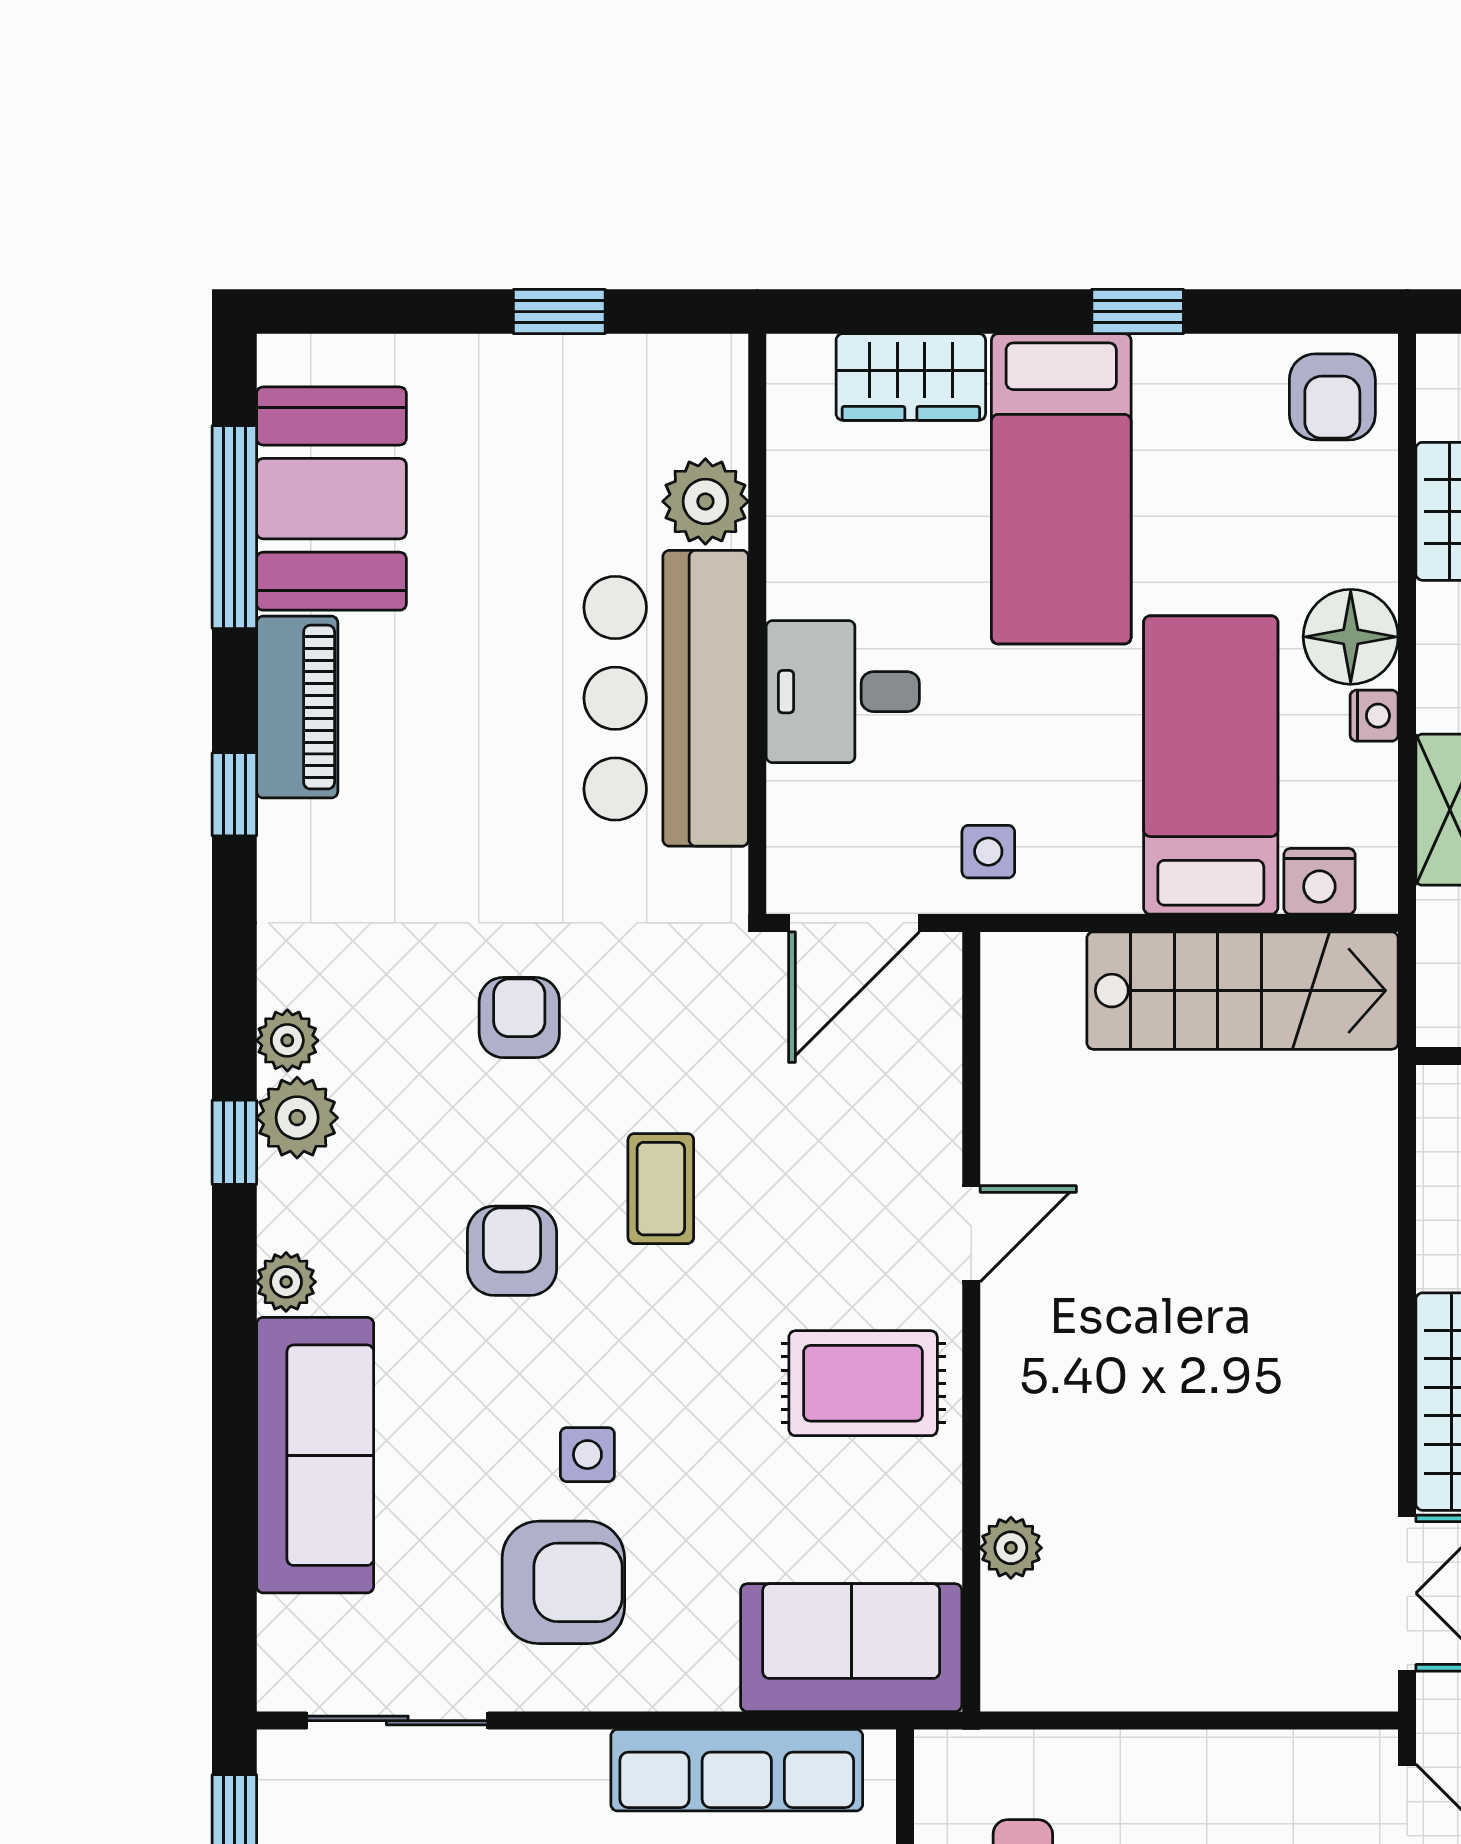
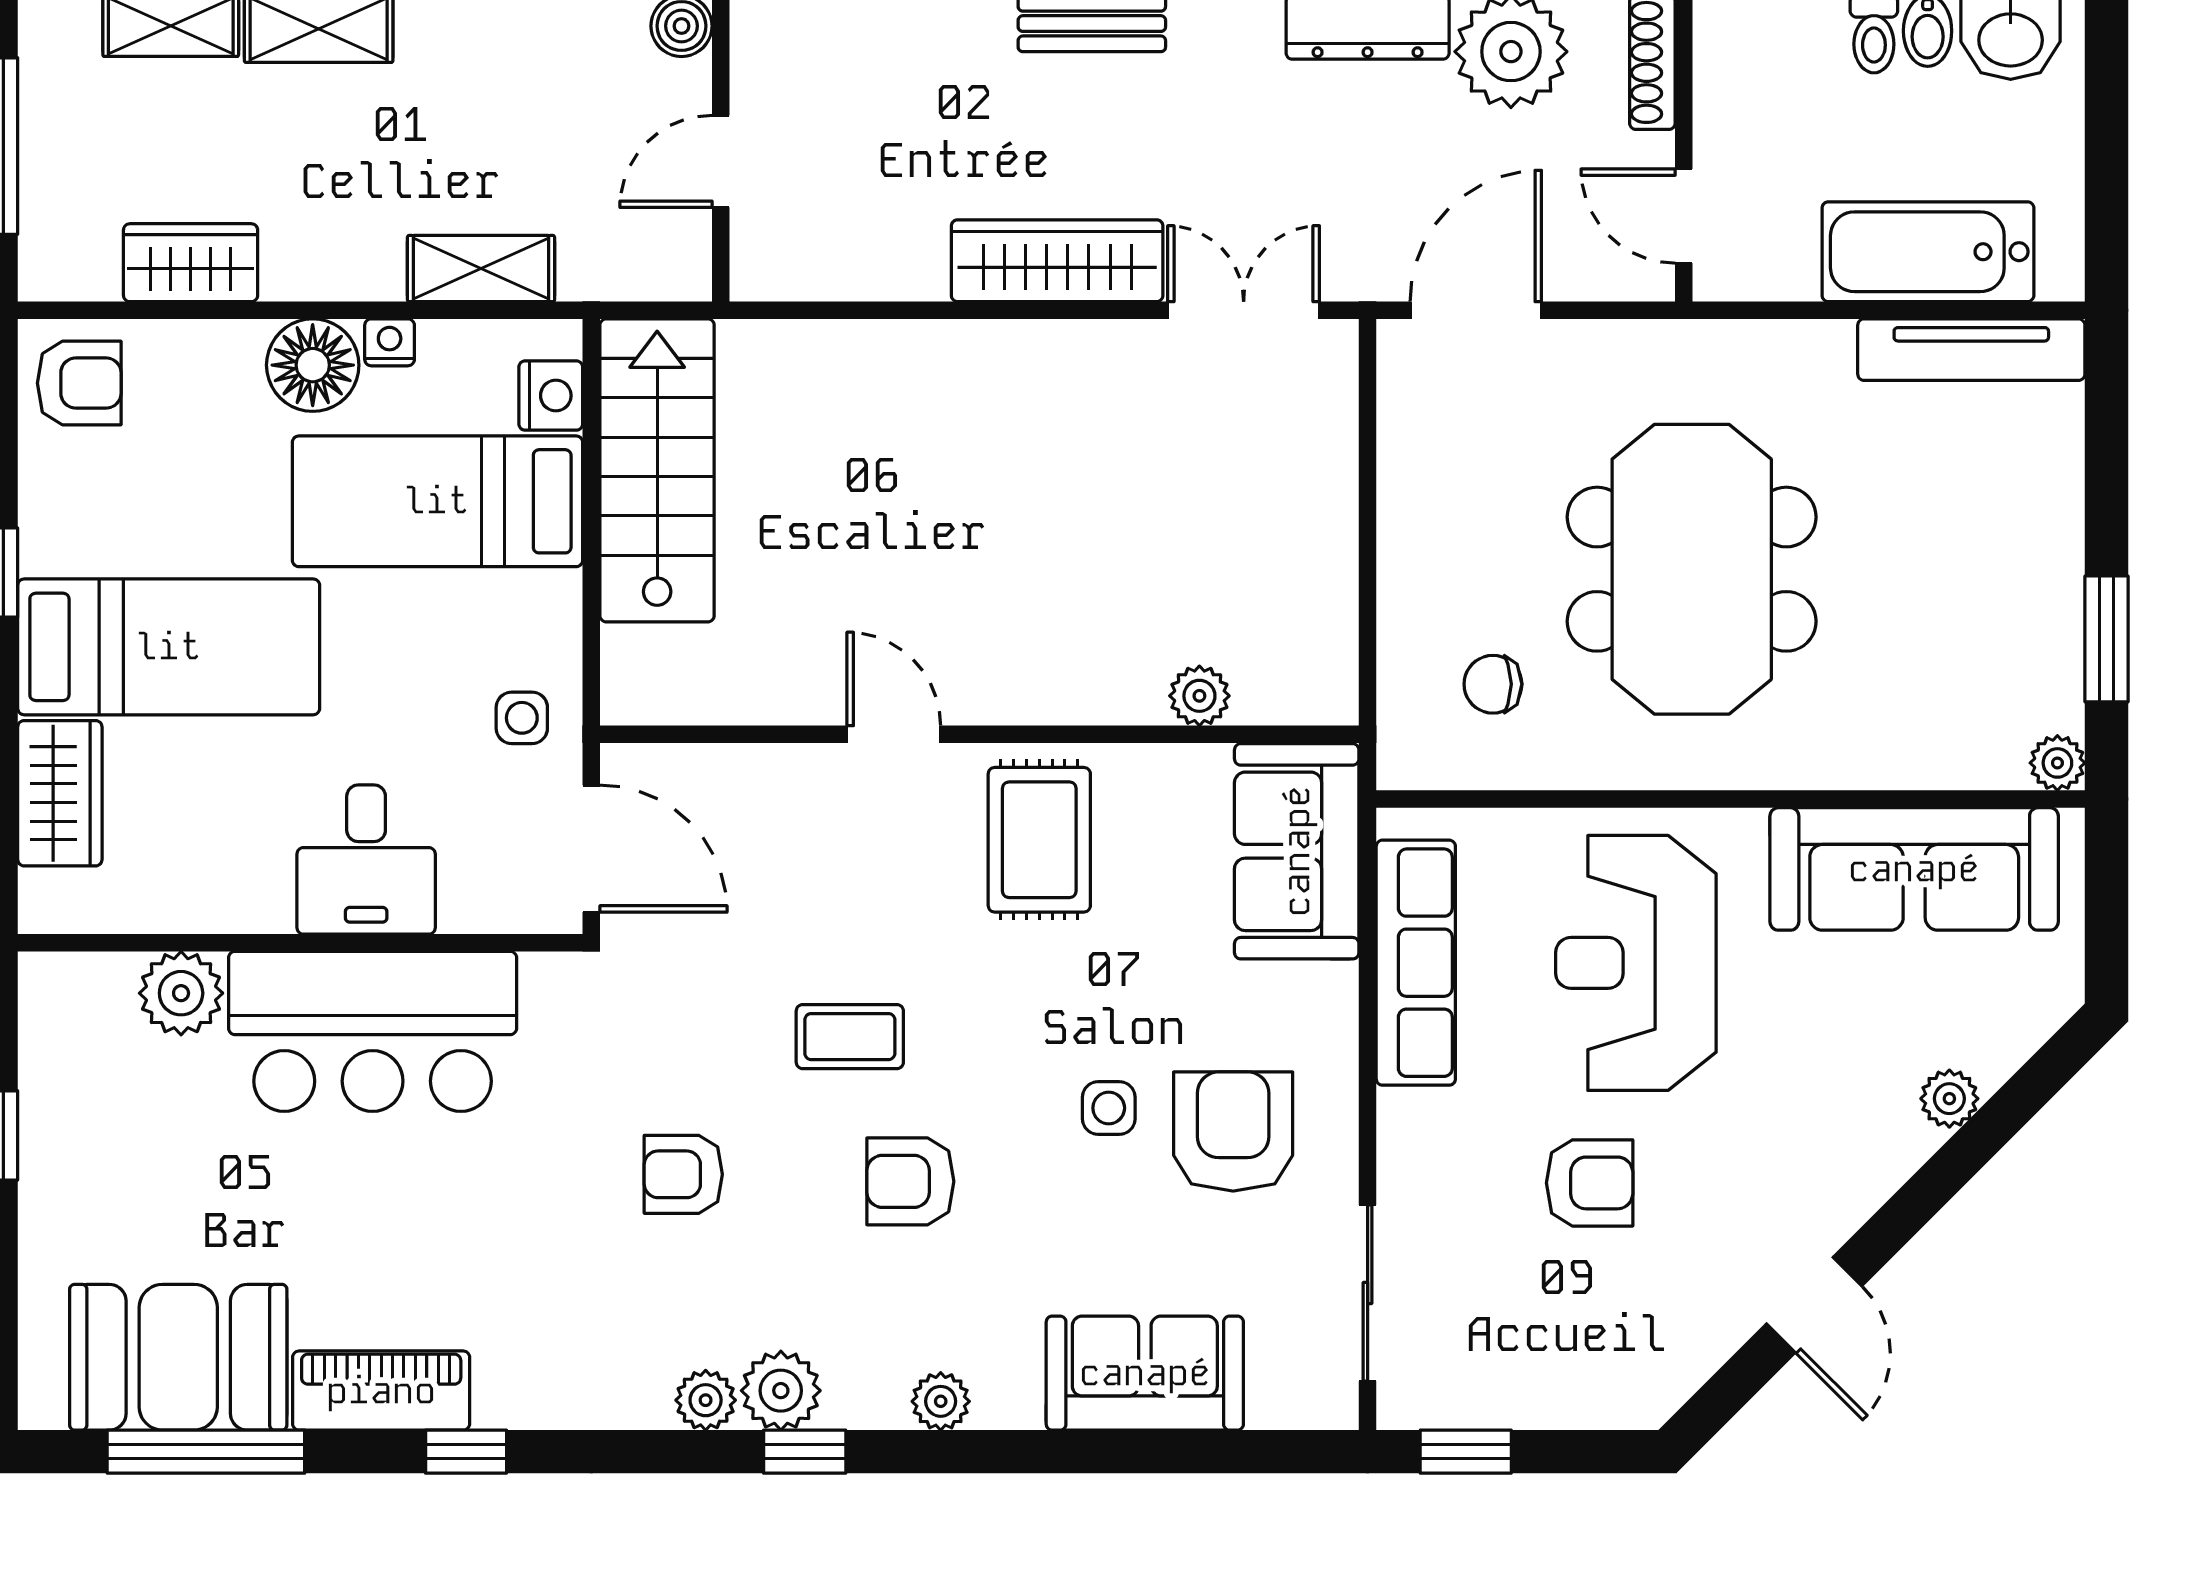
sofa: (315, 1455) -> (1145, 1373), width x0.73

